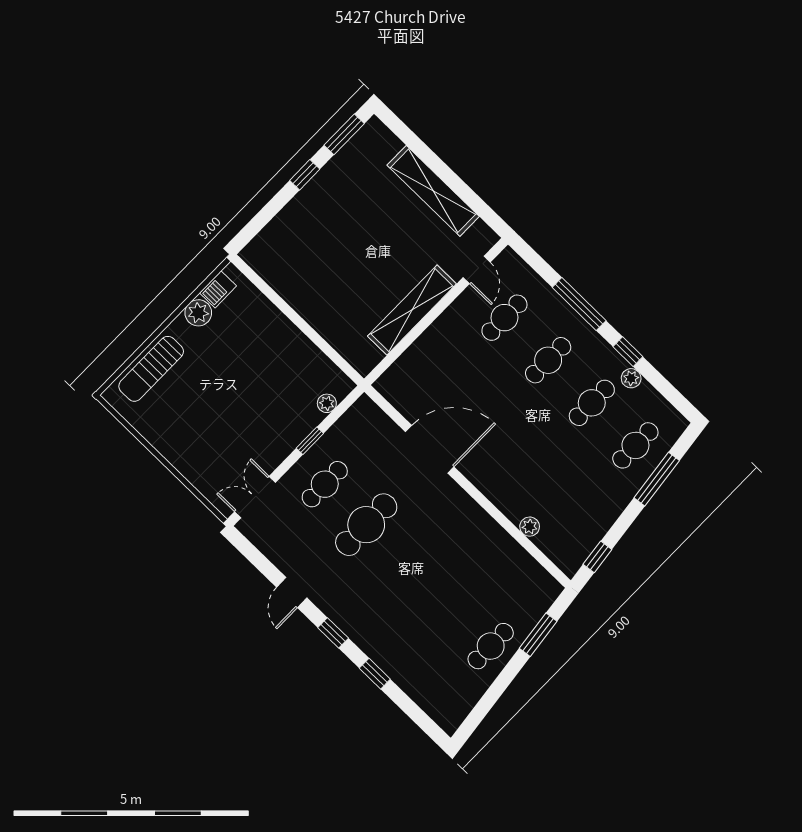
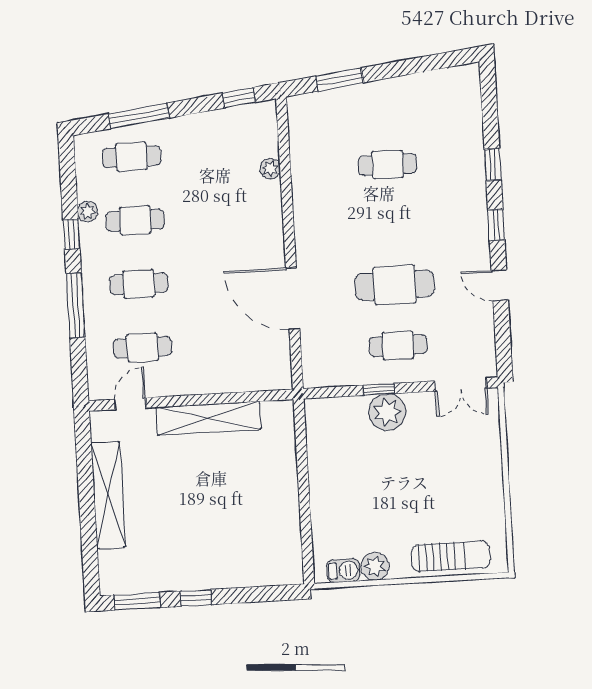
plant: (327, 403) -> (387, 412), moved, width x1.87, depth x1.87
door: (292, 593) -> (500, 285), swing flipped
cafe table: (491, 646) -> (388, 164), moved

